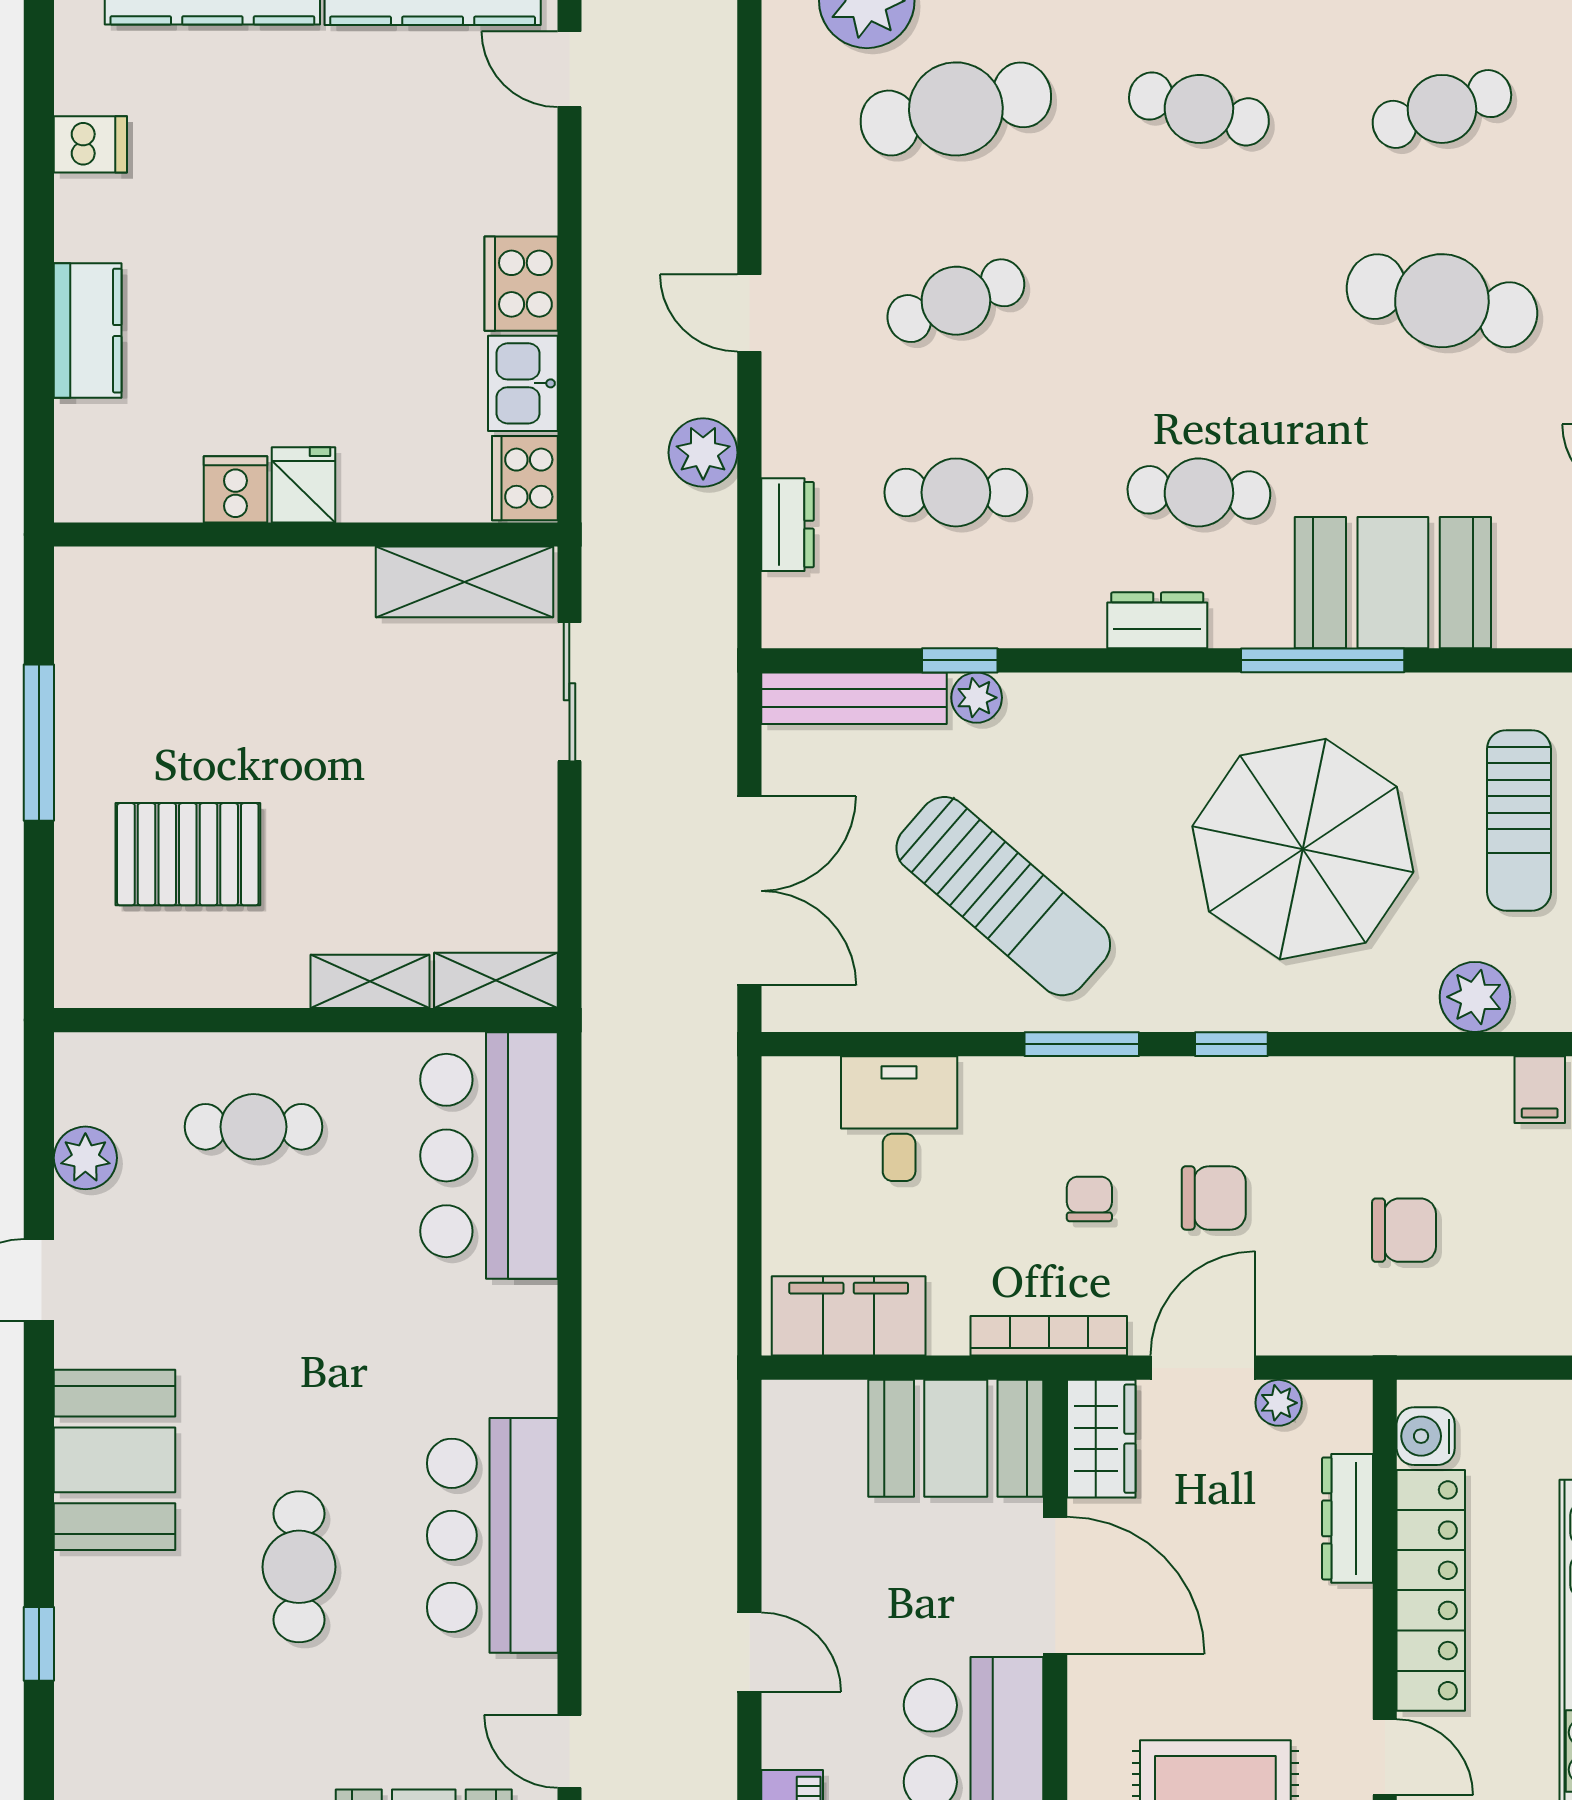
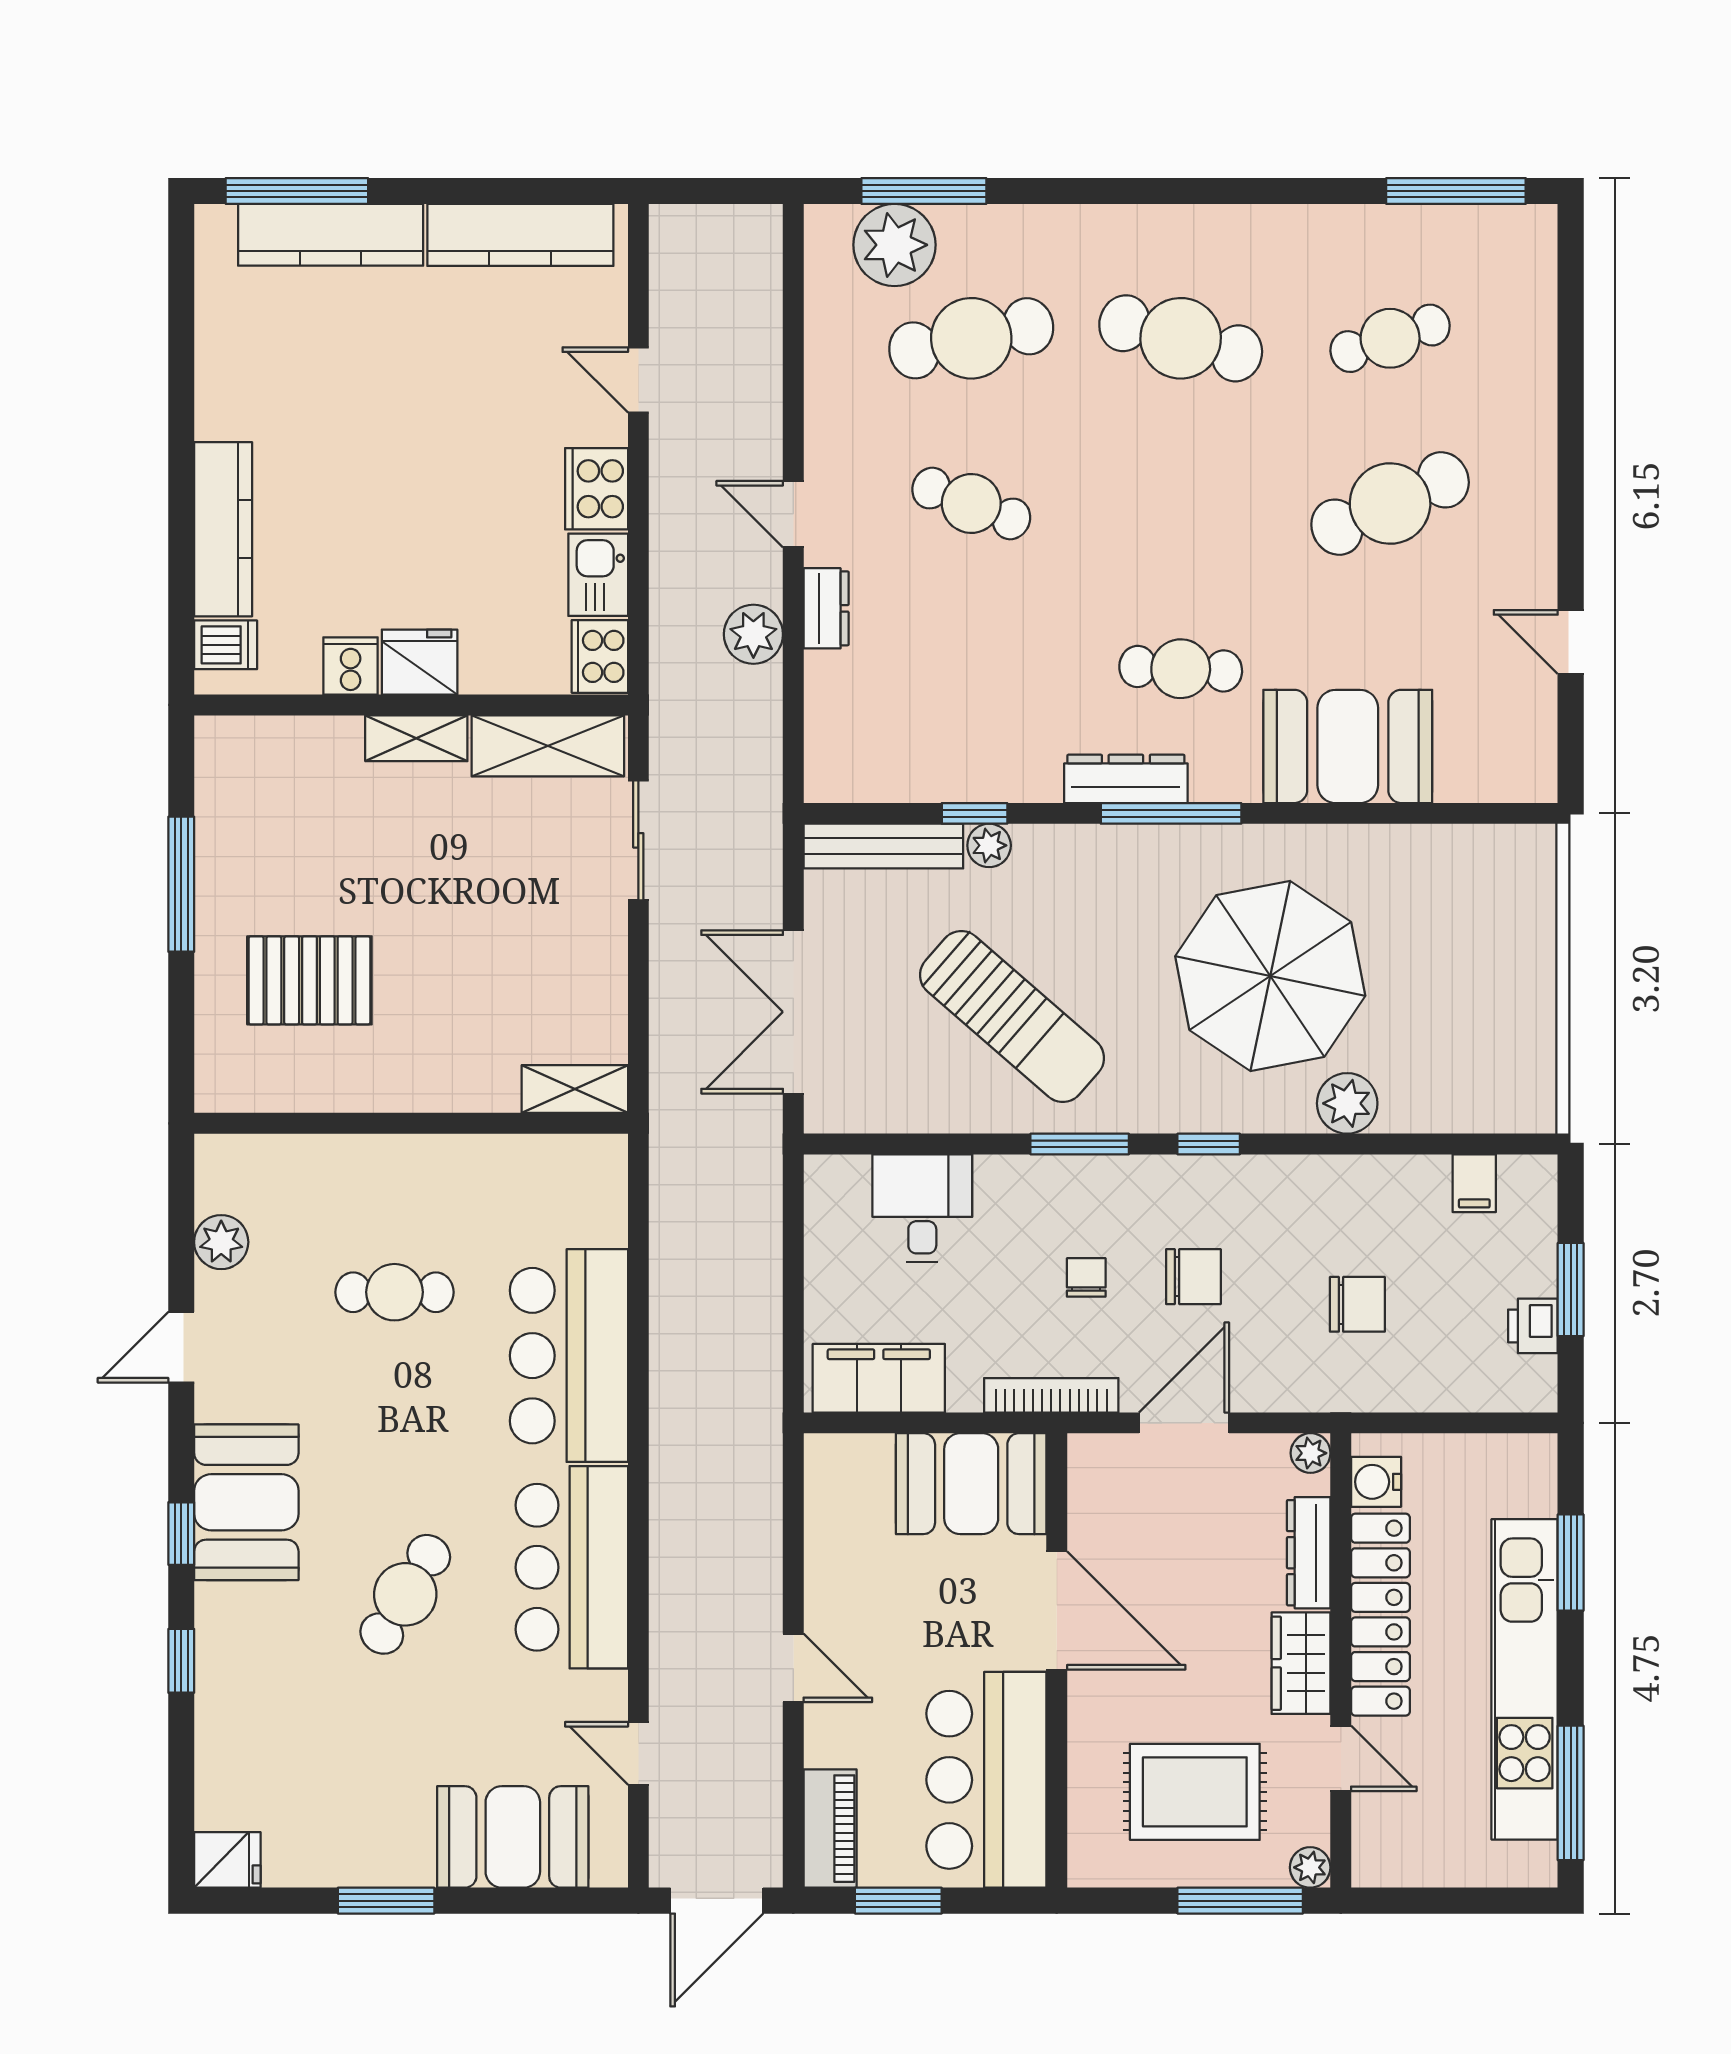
door: (569, 69) -> (638, 380), moved
cafe table: (1199, 109) -> (1181, 338), width x1.37, depth x1.35
dishwasher: (90, 144) -> (226, 645), moved
cafe table: (956, 301) -> (971, 504), turned 42
cafe table: (1442, 301) -> (1390, 504), turned -36
kitchen counter: (88, 331) -> (223, 529), width x1.50
fridge: (303, 485) -> (420, 662), width x1.38
cafe table: (956, 492) -> (971, 669), removed
dresser: (788, 525) -> (826, 608), moved
dresser: (1157, 620) -> (1126, 779), width x1.44
window: (1323, 660) -> (1171, 813), moved
sun lounger: (1519, 820) -> (1456, 951), removed
double door: (749, 891) -> (793, 1012), swing flipped
shelving: (370, 981) -> (416, 738), moved
plant: (1475, 997) -> (1347, 1103), moved
cafe table: (253, 1127) -> (394, 1292), moved
bar counter: (489, 1155) -> (569, 1356), moved
plant: (1279, 1403) -> (1311, 1453), moved
wardrobe: (1101, 1439) -> (1301, 1663), moved, turned 180
window: (39, 1496) -> (181, 1534), added
cafe table: (299, 1567) -> (405, 1594), turned 31

